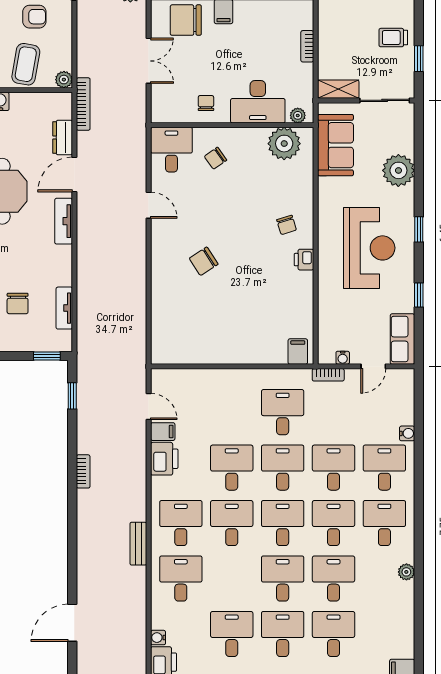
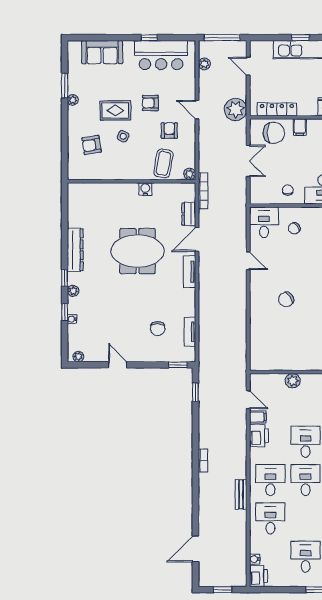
armchair: (34, 17) -> (169, 131), turned -90
chair: (186, 20) -> (274, 133), turned 180
plant: (213, 379) -> (293, 381), added
bookcase: (83, 471) -> (203, 460), moved

